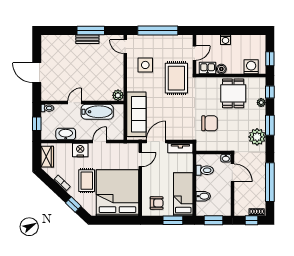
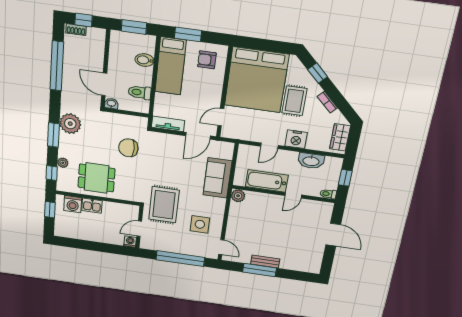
washing machine: (226, 40) -> (130, 242), moved
kitchen sink: (208, 68) -> (92, 206), moved
boiler: (221, 69) -> (109, 207), removed
dining table: (233, 93) -> (96, 178), turned 90
sofa: (136, 114) -> (217, 178), width x0.73

